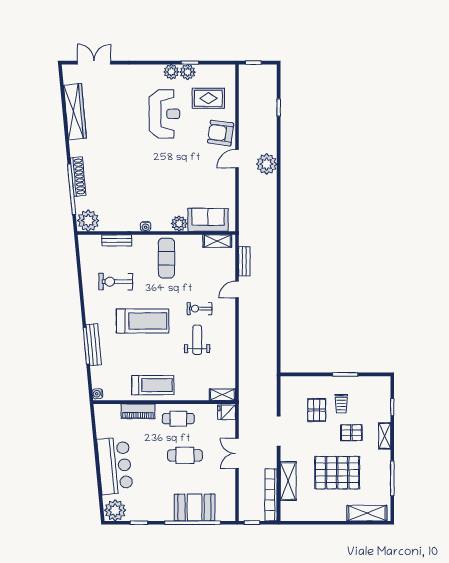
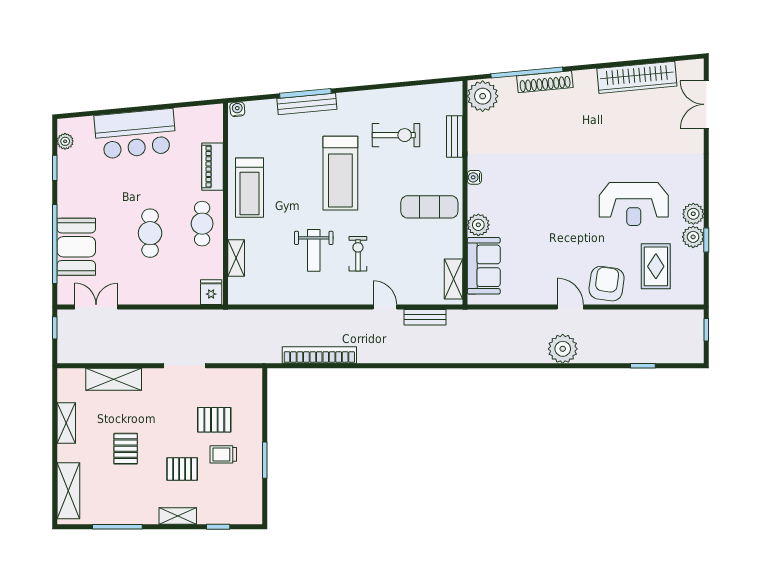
double door: (94, 63) -> (706, 104), swing flipped
exercise bike: (116, 282) -> (396, 135), turned 90
weight bench: (197, 340) -> (314, 250), turned 90
shelving: (222, 395) -> (236, 258), moved
pallet: (351, 433) -> (182, 469), turned 90
double door: (237, 454) -> (96, 307), moved
pallet: (337, 473) -> (126, 449), width x0.49, depth x0.50
bookcase: (271, 495) -> (319, 355), moved
plant: (115, 510) -> (65, 141), width x0.53, depth x0.53
shelving: (319, 515) -> (66, 423), added

